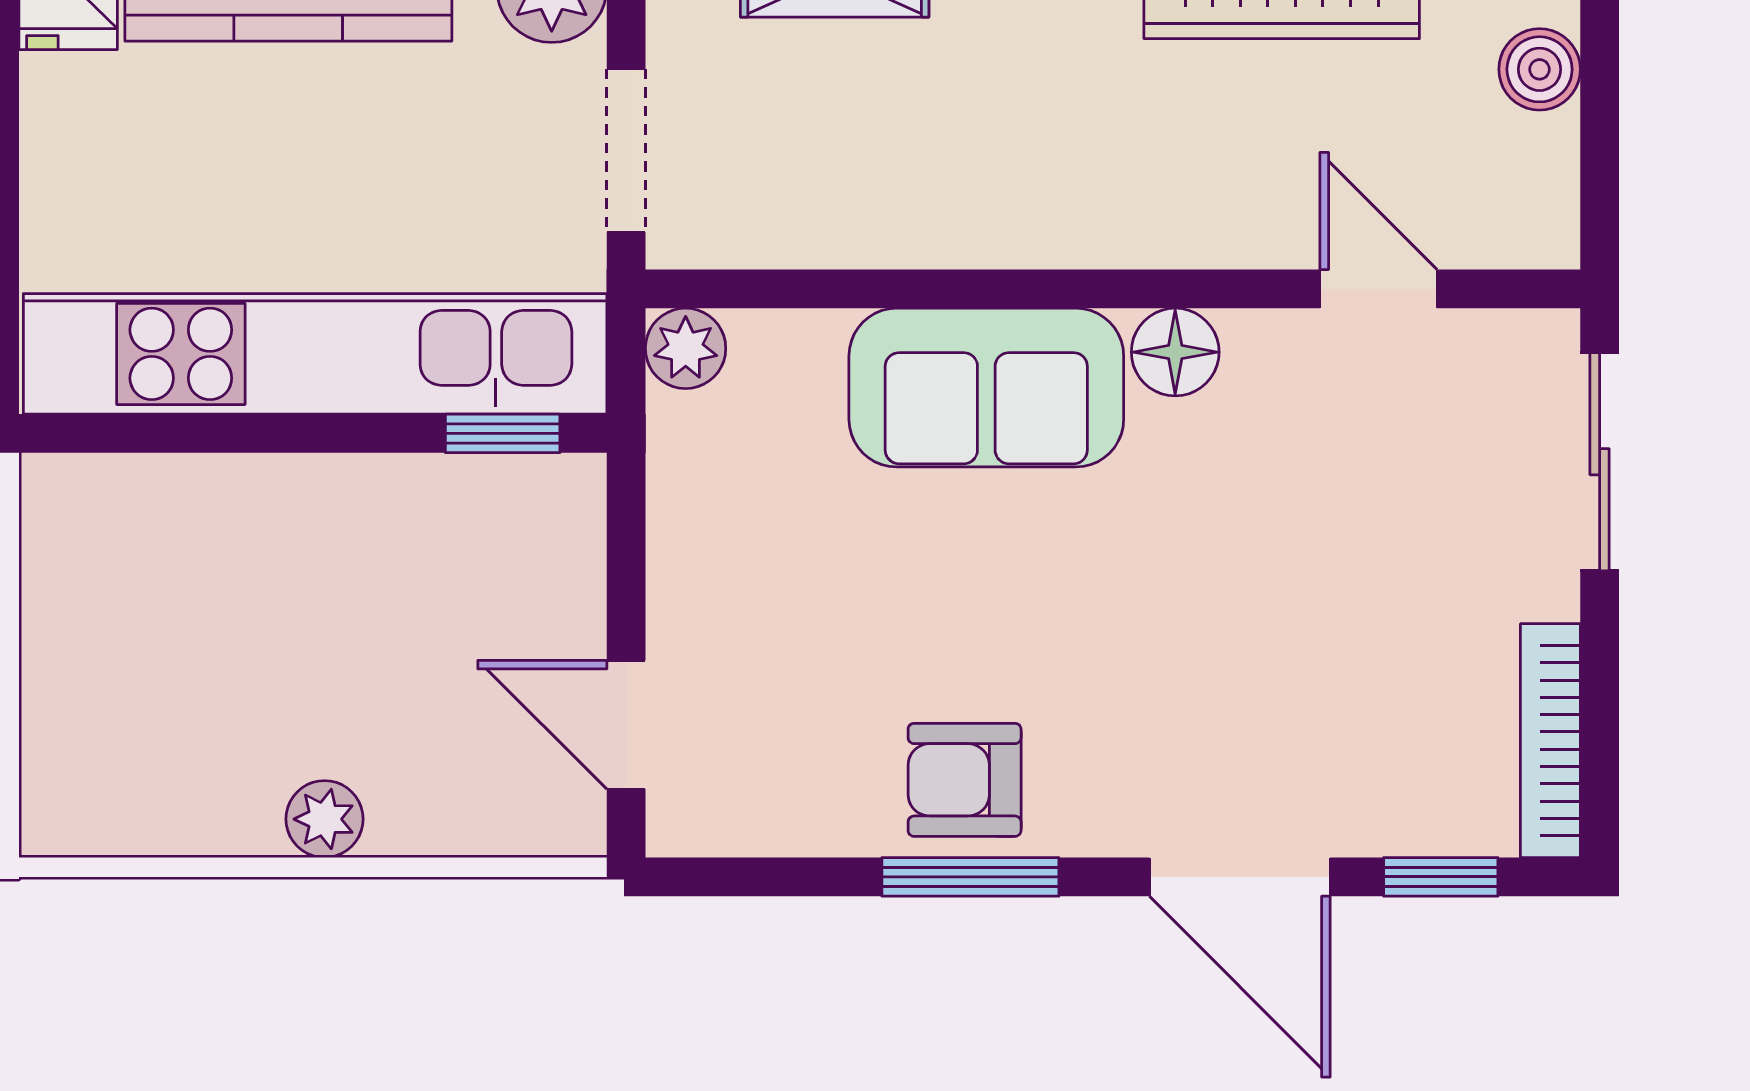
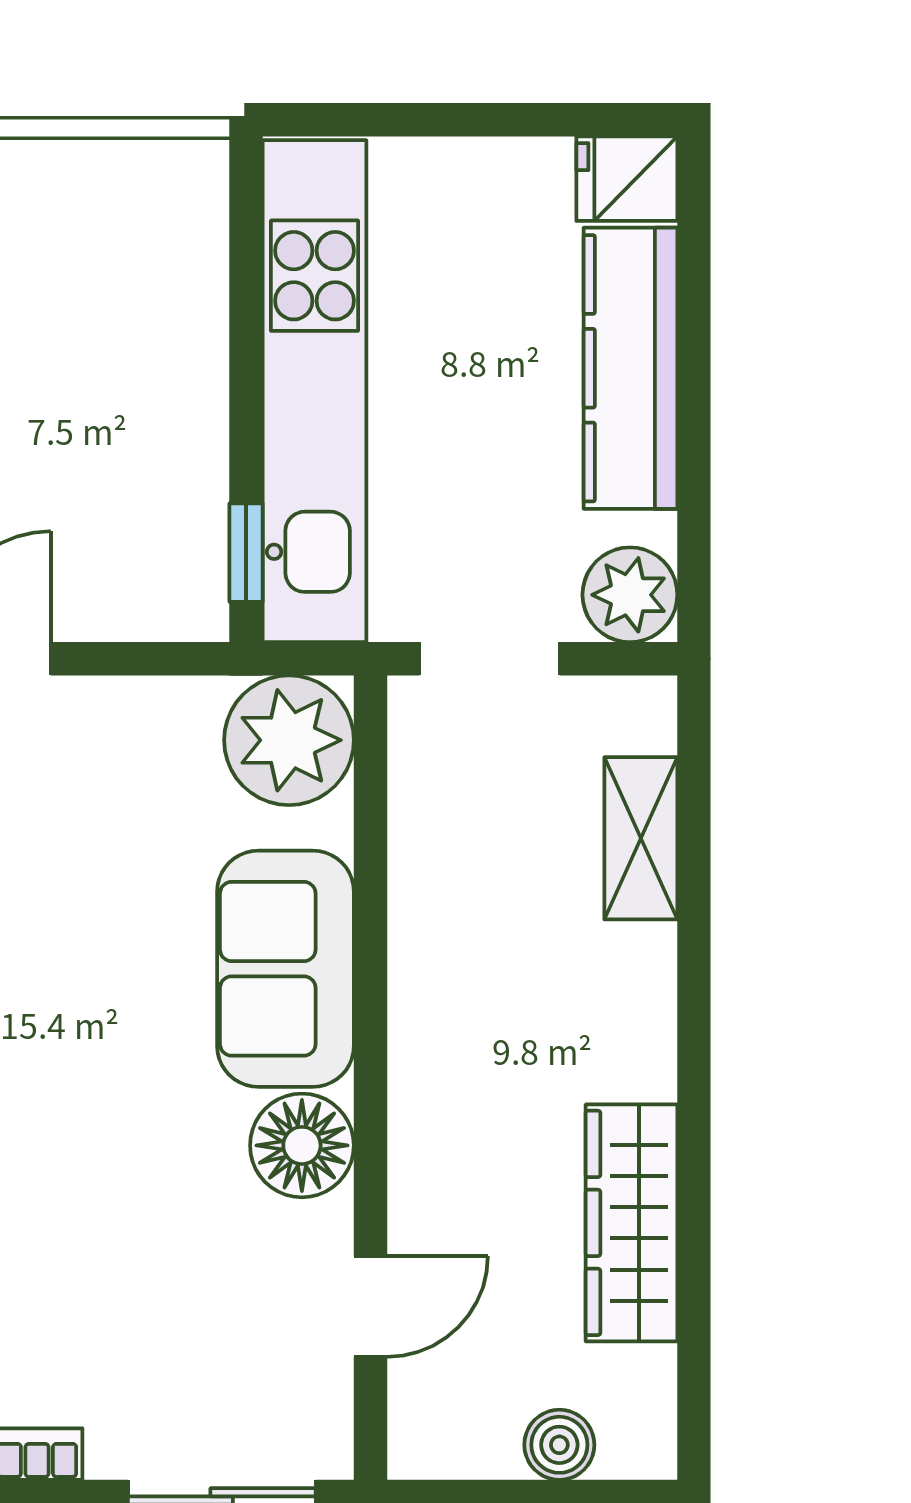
plant: (686, 348) -> (289, 740), width x1.87, depth x1.87
floor lamp: (1175, 352) -> (302, 1145), width x1.38, depth x1.38

